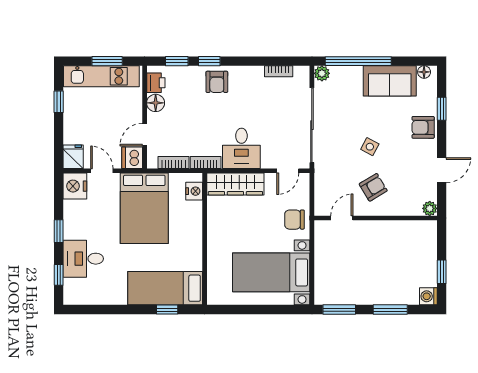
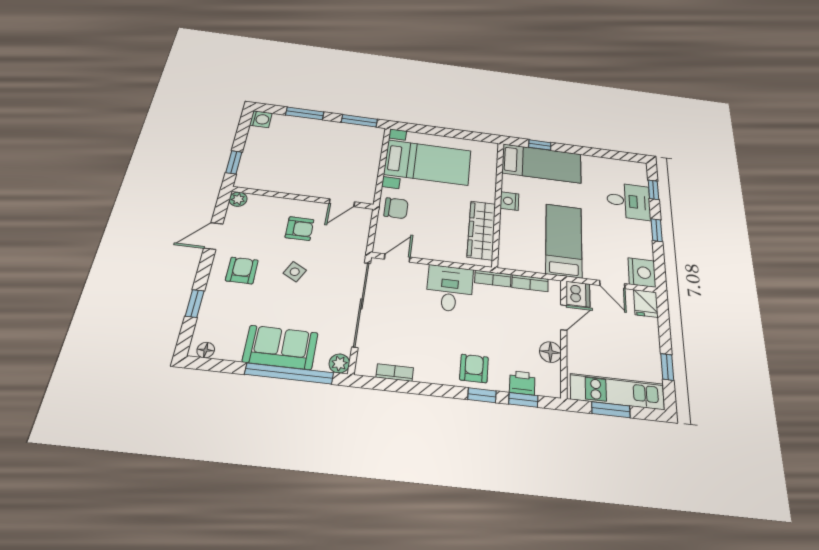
sofa: (390, 81) -> (280, 347), moved
printer: (156, 83) -> (522, 383), moved, turned 90
armchair: (423, 127) -> (242, 270), moved, turned -90
wardrobe: (235, 184) -> (481, 230), moved, turned -90
armchair: (373, 187) -> (300, 229), turned -149
nightstand: (194, 191) -> (509, 201), moved
bed: (144, 208) -> (564, 240), width x0.67
window: (442, 272) -> (234, 162), moved

